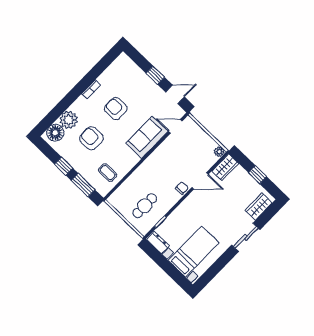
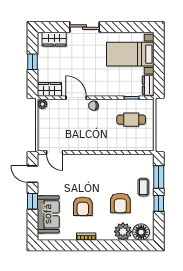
sofa: (147, 137) -> (48, 214), moved, turned -90
coffee table: (108, 173) -> (143, 187), moved

